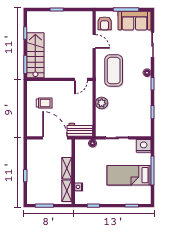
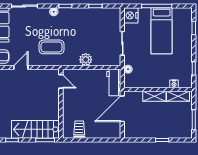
coffee table: (114, 71) -> (52, 47), width x0.73, depth x0.76
trolley: (44, 103) -> (79, 129), moved

